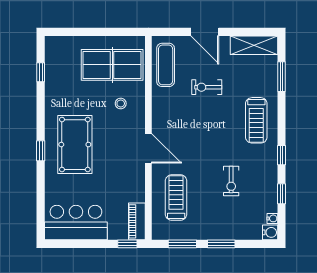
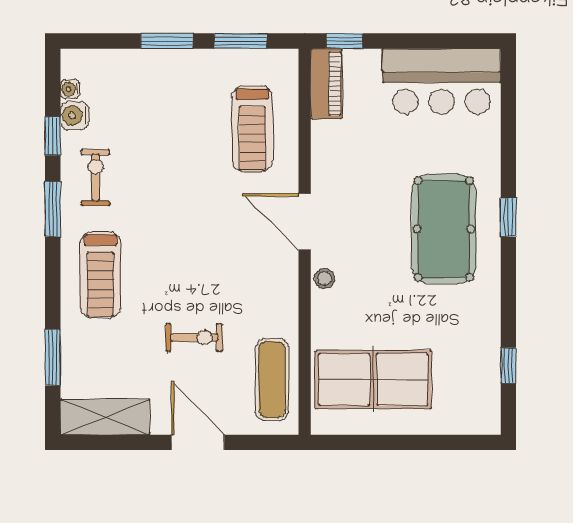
stool: (121, 103) -> (325, 278), moved
treadmill: (256, 120) -> (100, 275), turned 180
window: (282, 155) -> (53, 209), width x1.50
exercise bike: (231, 181) -> (95, 177), moved
water cooler: (270, 232) -> (74, 115), moved

